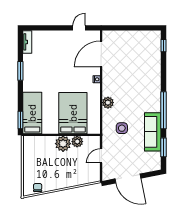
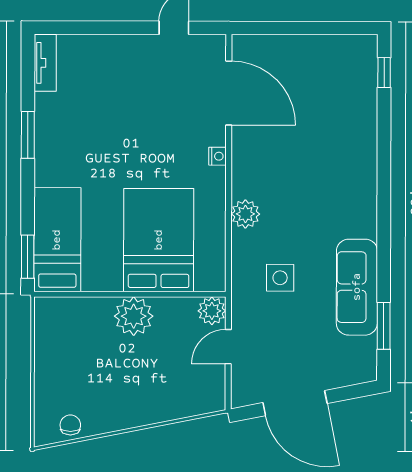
door: (101, 54) -> (229, 93), swing flipped
window: (163, 110) -> (384, 233), removed
plant: (77, 142) -> (212, 311), moved

